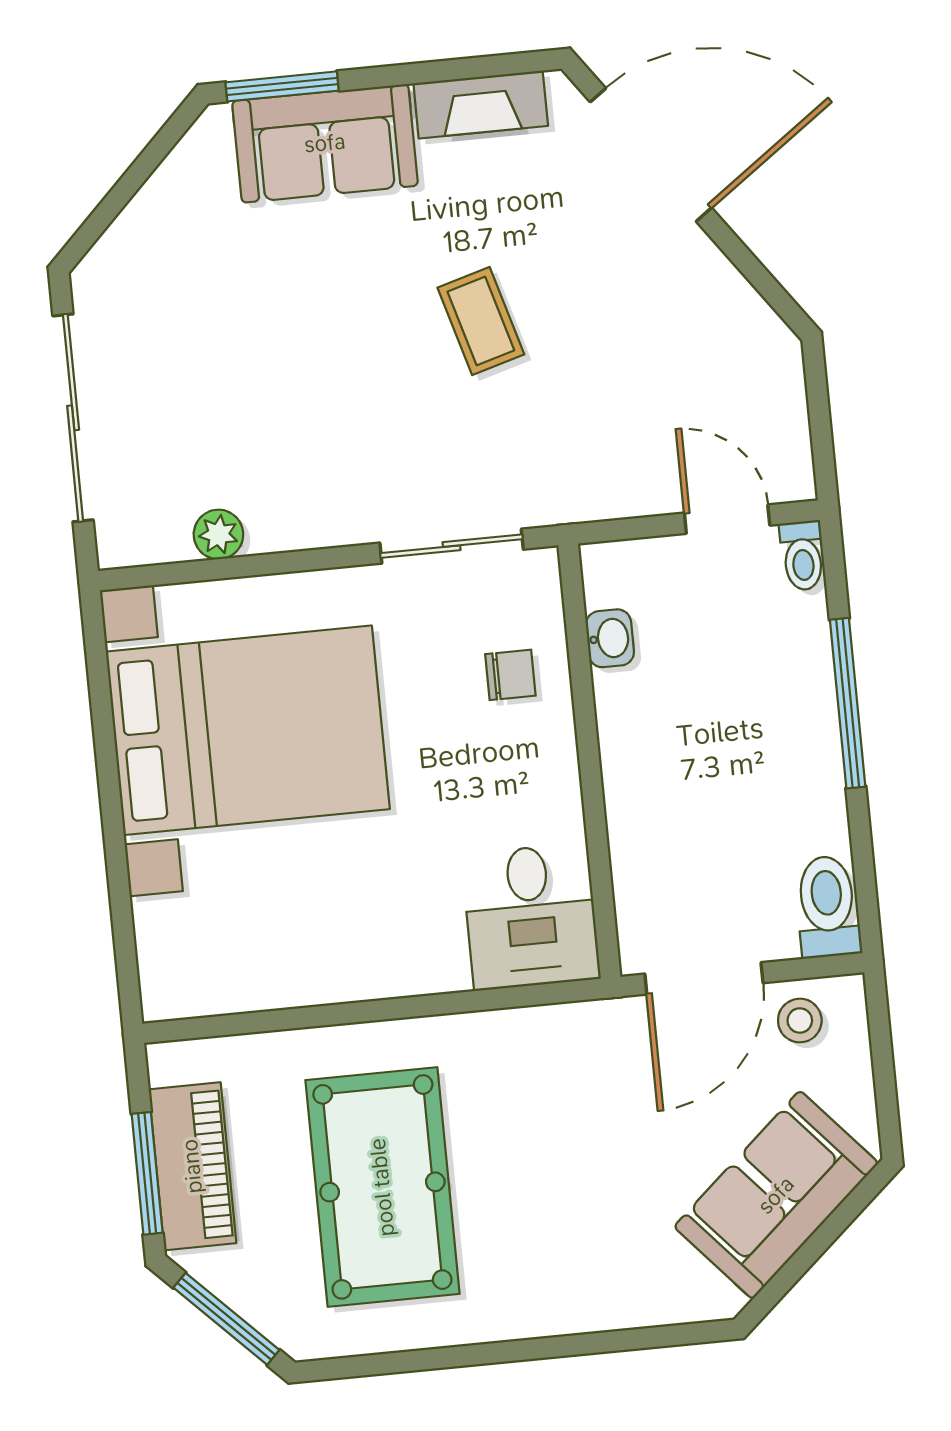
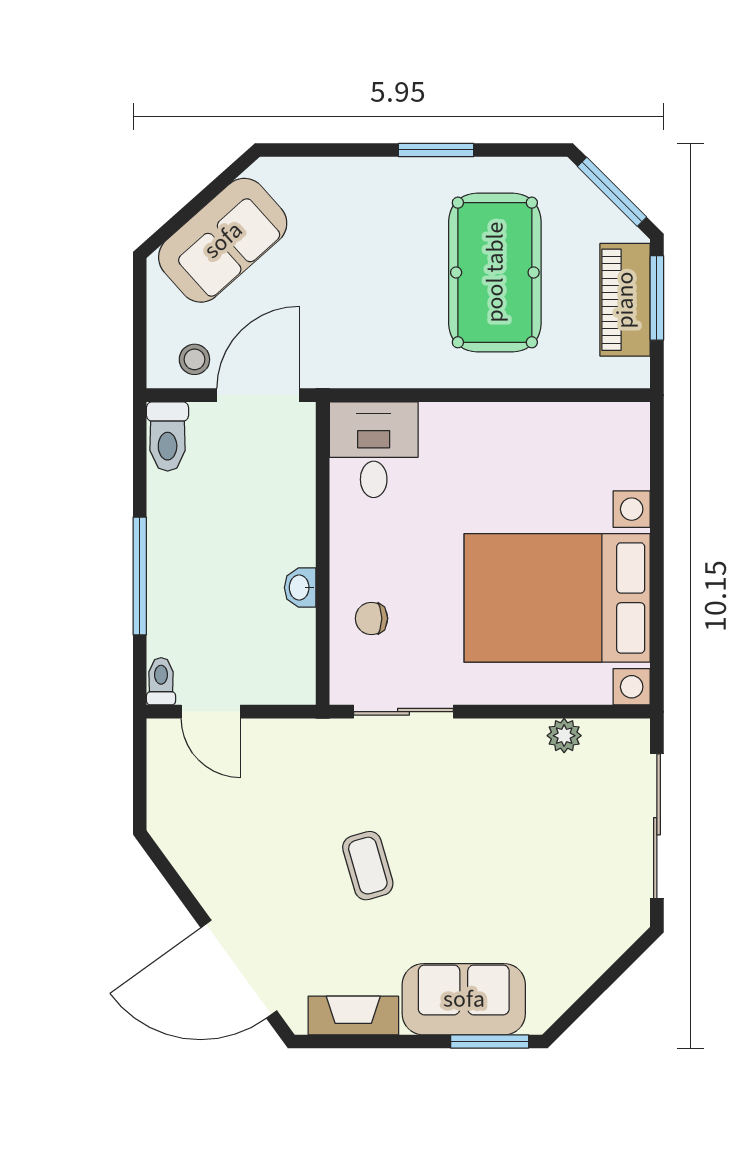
washbasin: (610, 638) -> (300, 588), moved
window: (484, 1354) -> (436, 150), added

